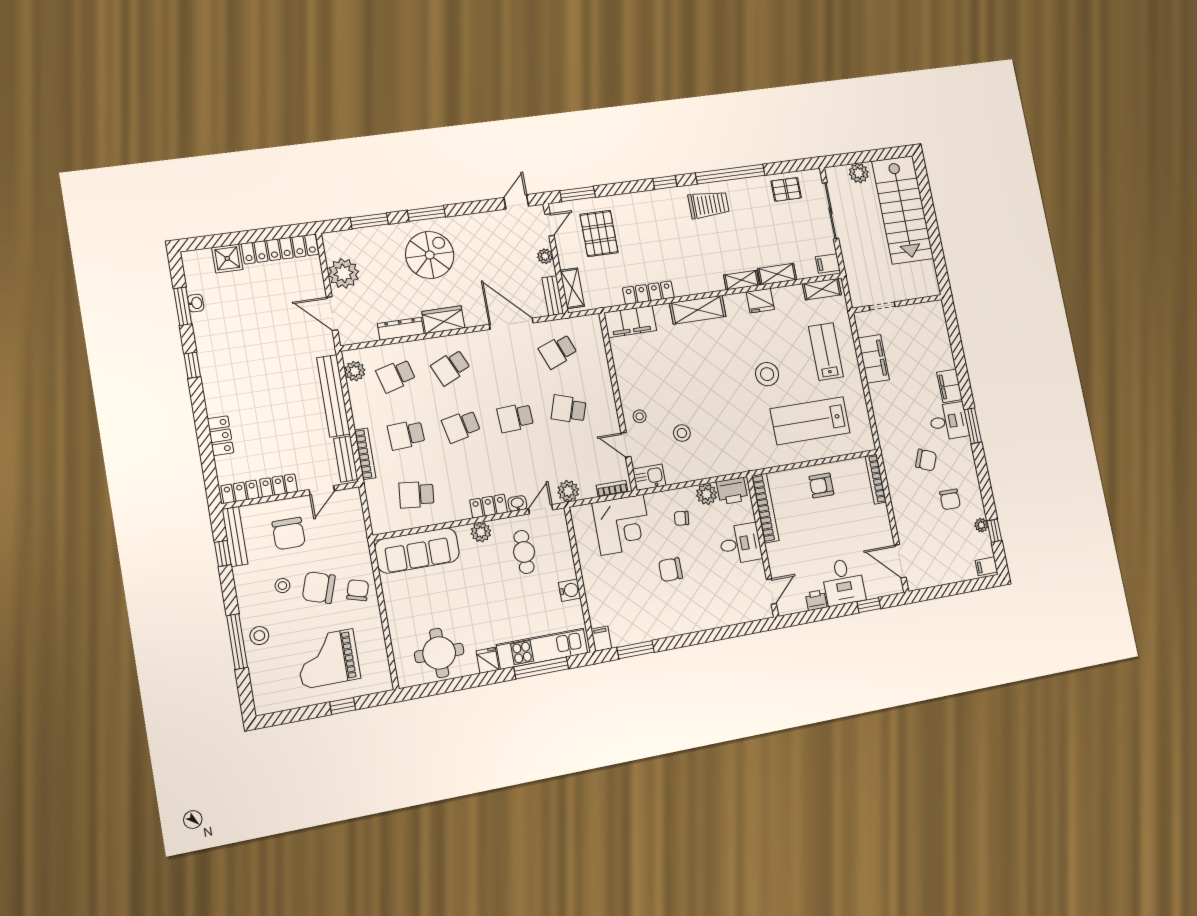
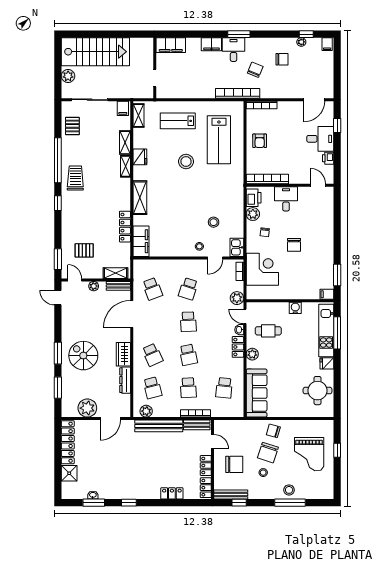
pallet: (599, 233) -> (84, 250), width x0.67, depth x0.71
filing cabinet: (874, 359) -> (171, 45), moved, turned 180
bookcase: (886, 439) -> (238, 93), added

